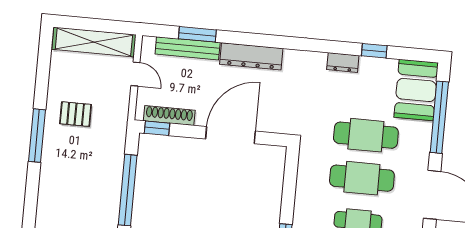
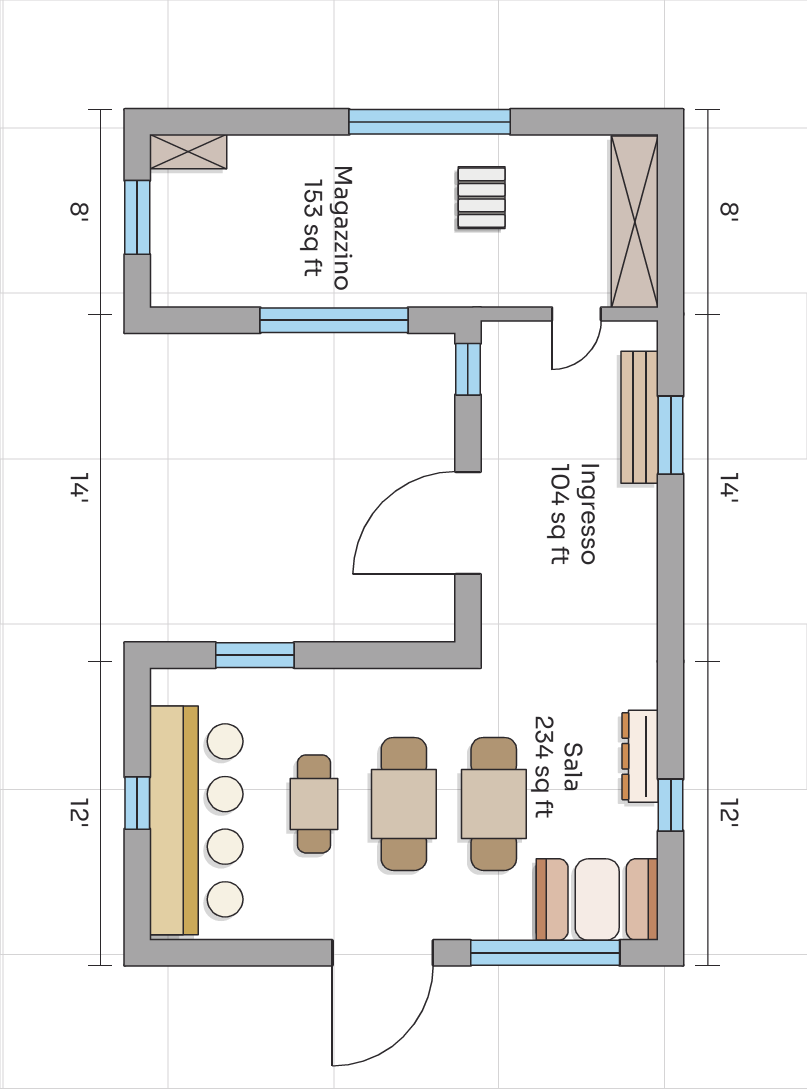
dresser: (251, 56) -> (635, 551), removed
dresser: (343, 62) -> (640, 756), width x1.44
shoe rack: (169, 116) -> (497, 392), removed
door: (230, 135) -> (468, 523), swing flipped
window: (37, 136) -> (430, 122), width x1.46

